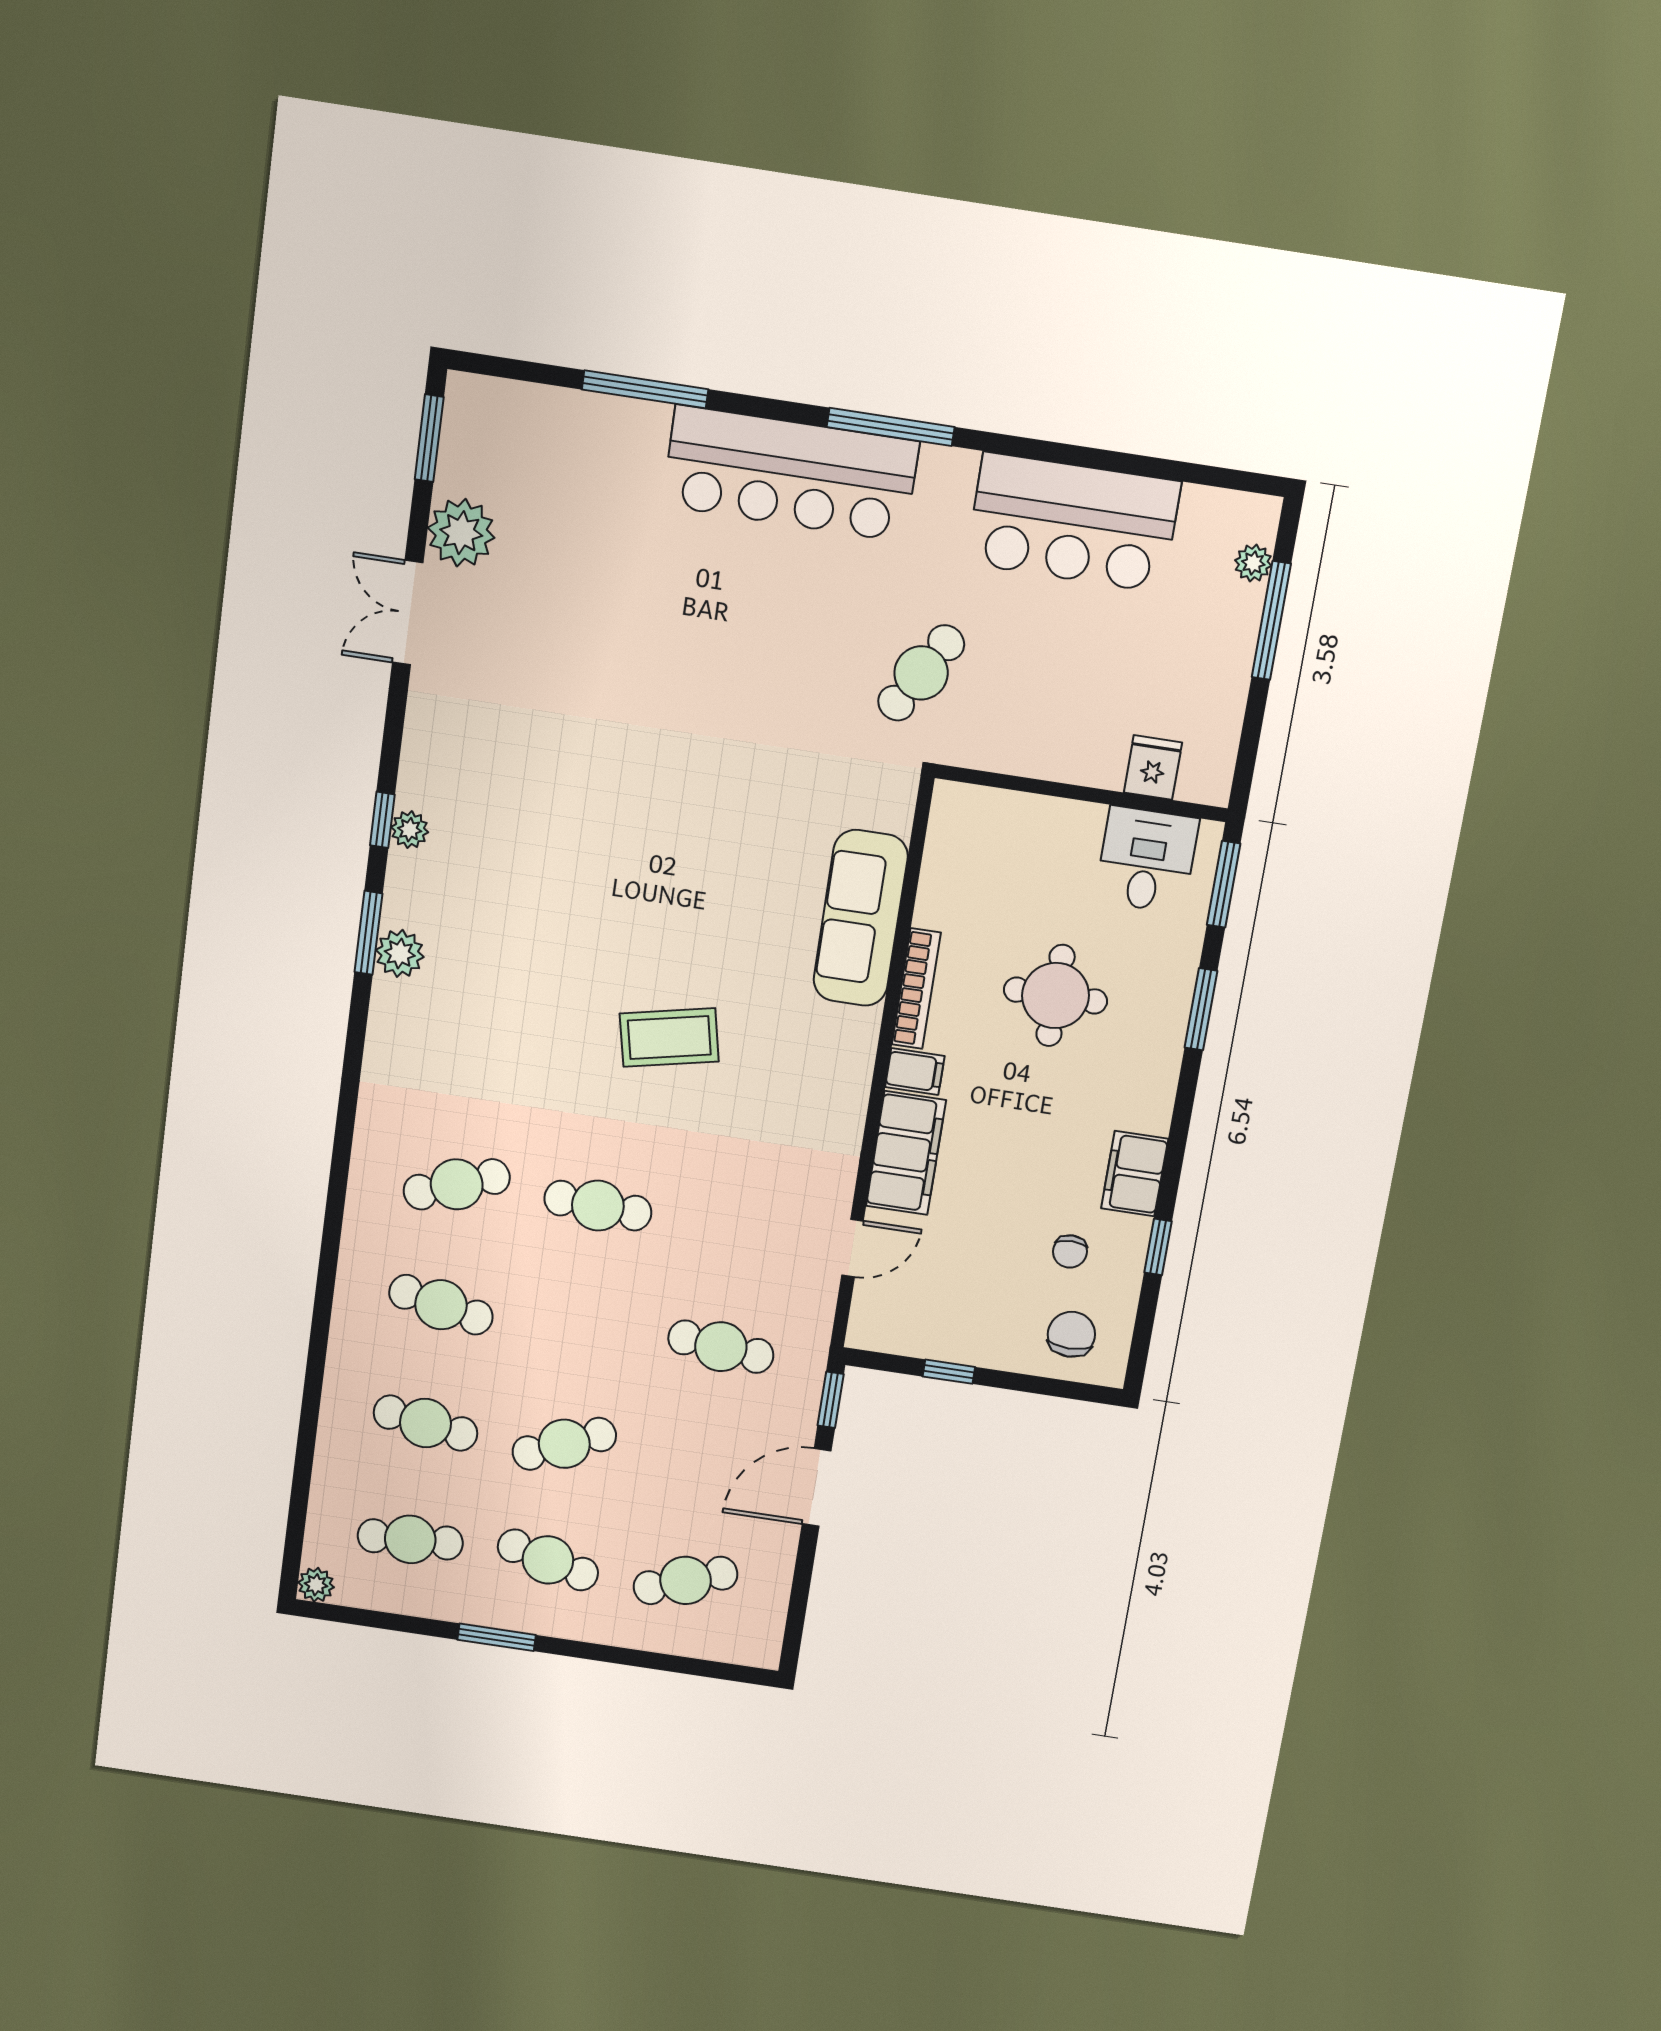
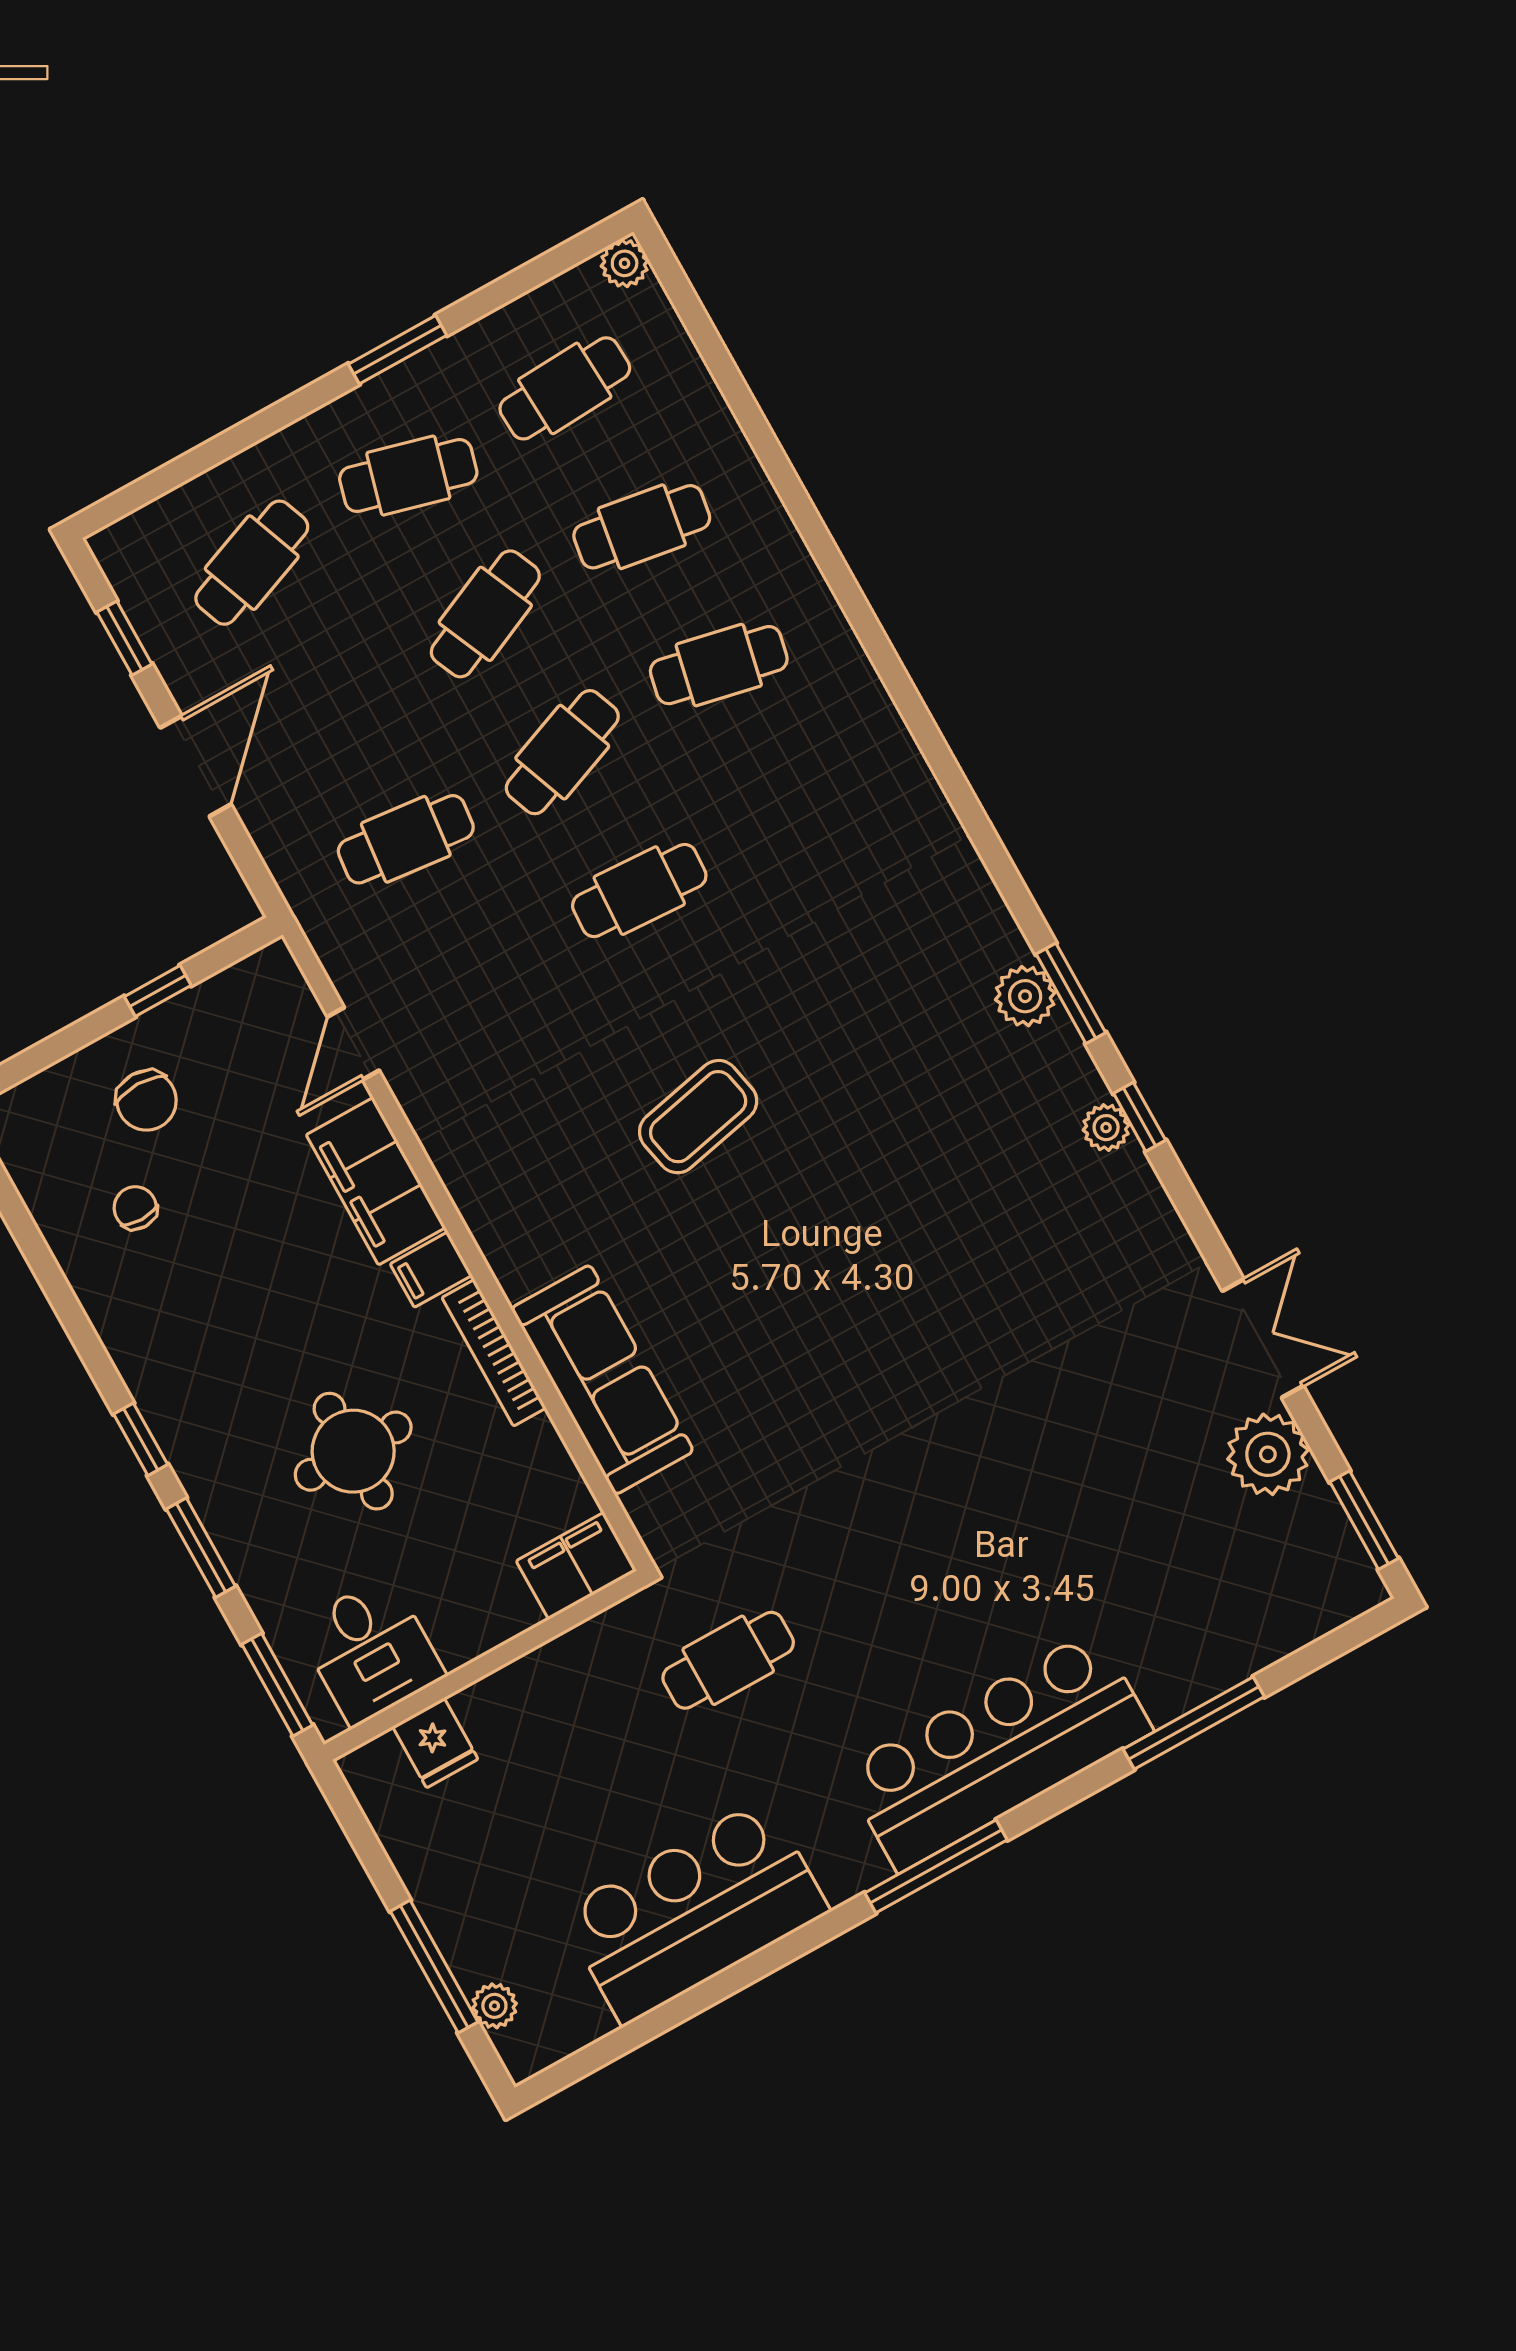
cafe table: (921, 673) -> (728, 1660), turned 59
filing cabinet: (1135, 1174) -> (576, 1566), moved, turned -90
cafe table: (457, 1184) -> (562, 752), moved
window: (1158, 1247) -> (141, 1439), moved
chair: (1071, 1334) -> (147, 1101), moved
window: (831, 1400) -> (124, 638), moved

